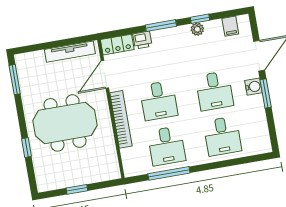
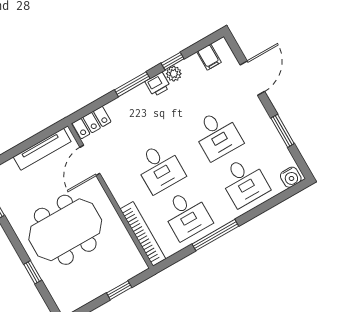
printer: (142, 40) -> (158, 84), moved
water cooler: (253, 87) -> (291, 177), moved, turned 90
window: (266, 93) -> (283, 131), moved
bookcase: (121, 119) -> (143, 234), moved
window: (169, 173) -> (215, 235), moved
window: (77, 189) -> (119, 290), moved

